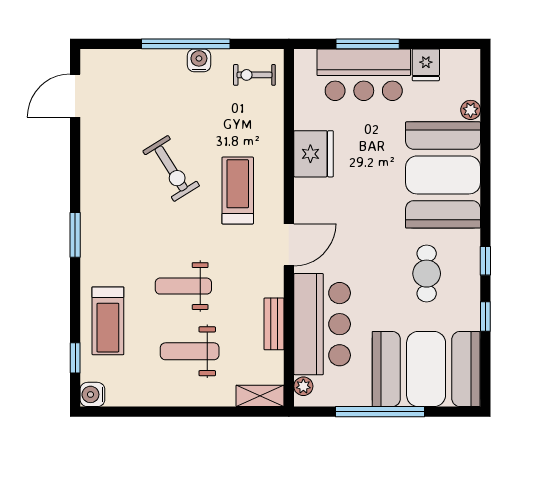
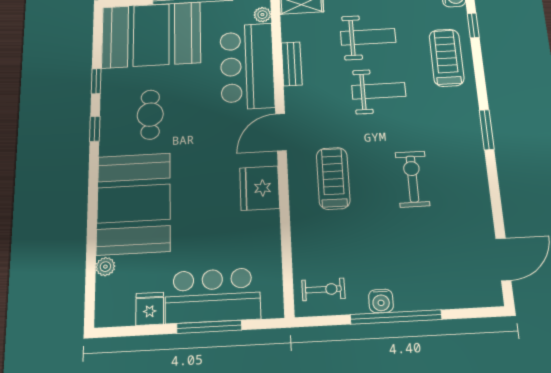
fridge: (314, 154) -> (260, 188), moved
exercise bike: (171, 168) -> (412, 179), moved, turned 32
treadmill: (238, 190) -> (333, 178), turned 180

